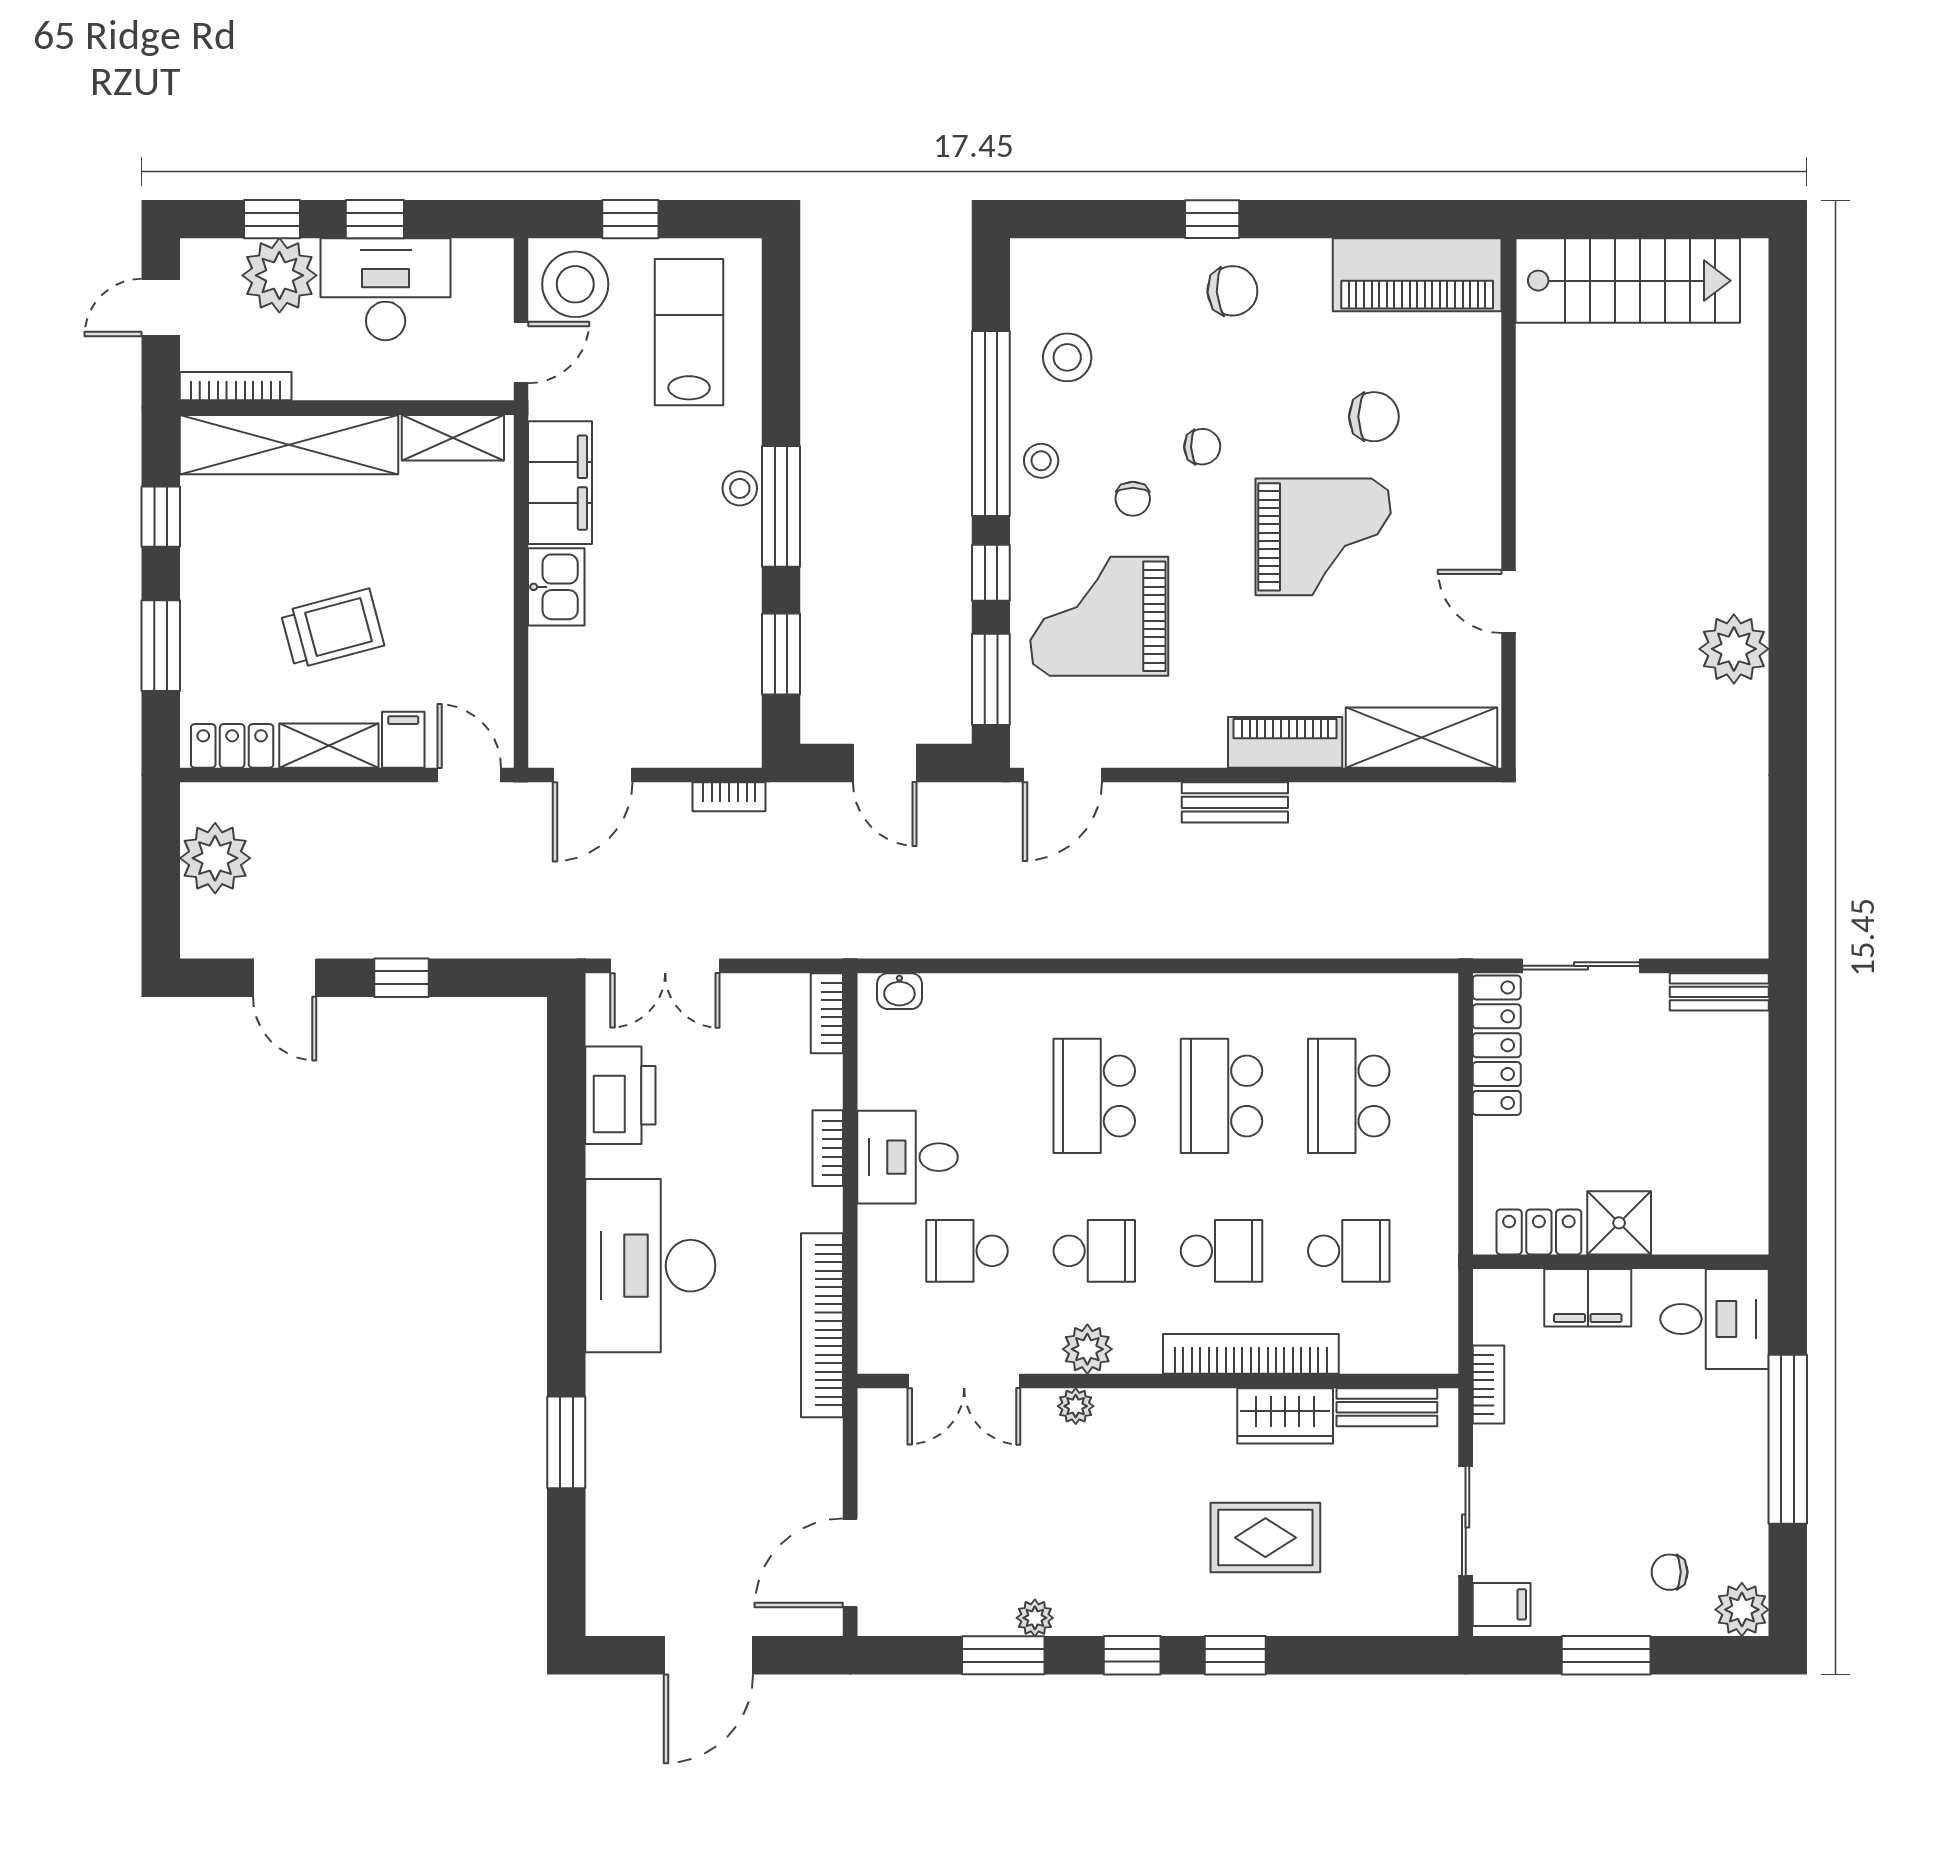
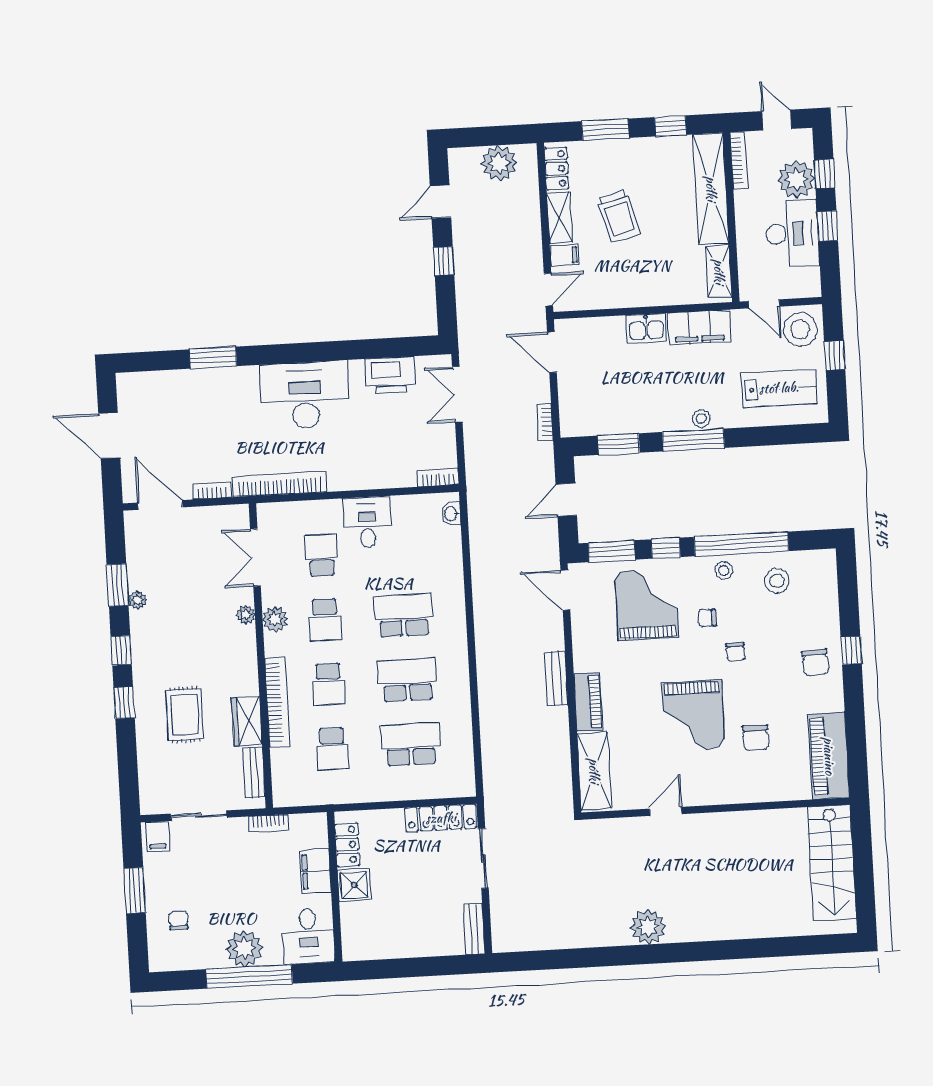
bookcase: (828, 1148) -> (212, 491), moved
plant: (1742, 1610) -> (244, 949), moved, width x1.36, depth x1.36

